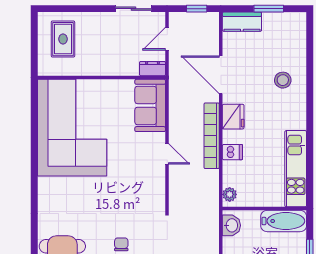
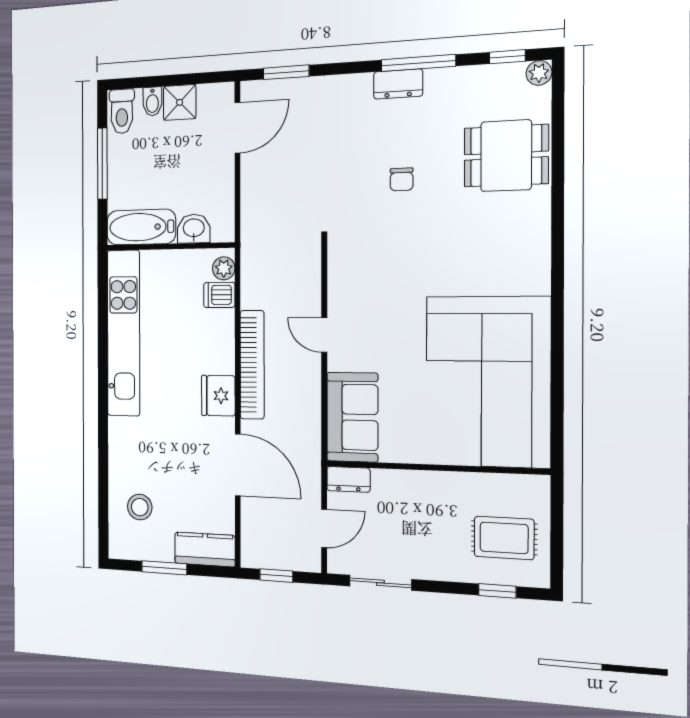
window: (67, 9) -> (497, 591), added
rug: (63, 39) -> (504, 538), turned 90
stool: (283, 80) -> (140, 507), moved
dishwasher: (232, 152) -> (219, 295), moved
kitchen unit: (296, 169) -> (123, 333), width x1.36
washbasin: (231, 225) -> (194, 229), moved, turned 90

